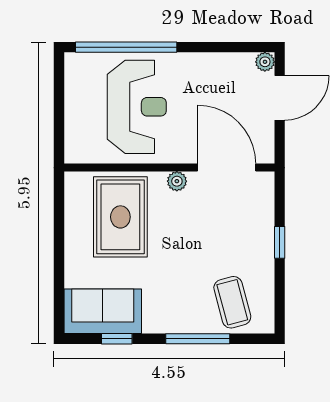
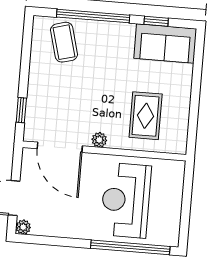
rug: (120, 217) -> (146, 116), width x0.73, depth x0.70
window: (280, 242) -> (21, 110), moved
window: (198, 339) -> (93, 16), width x1.46

